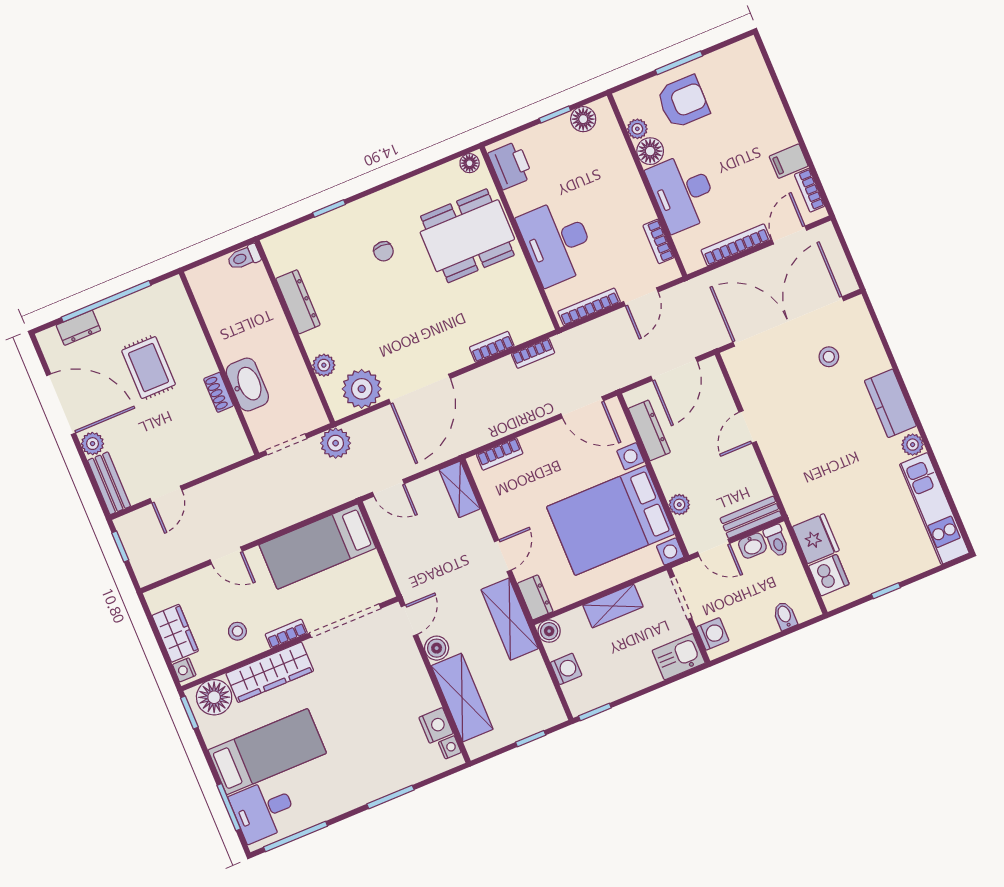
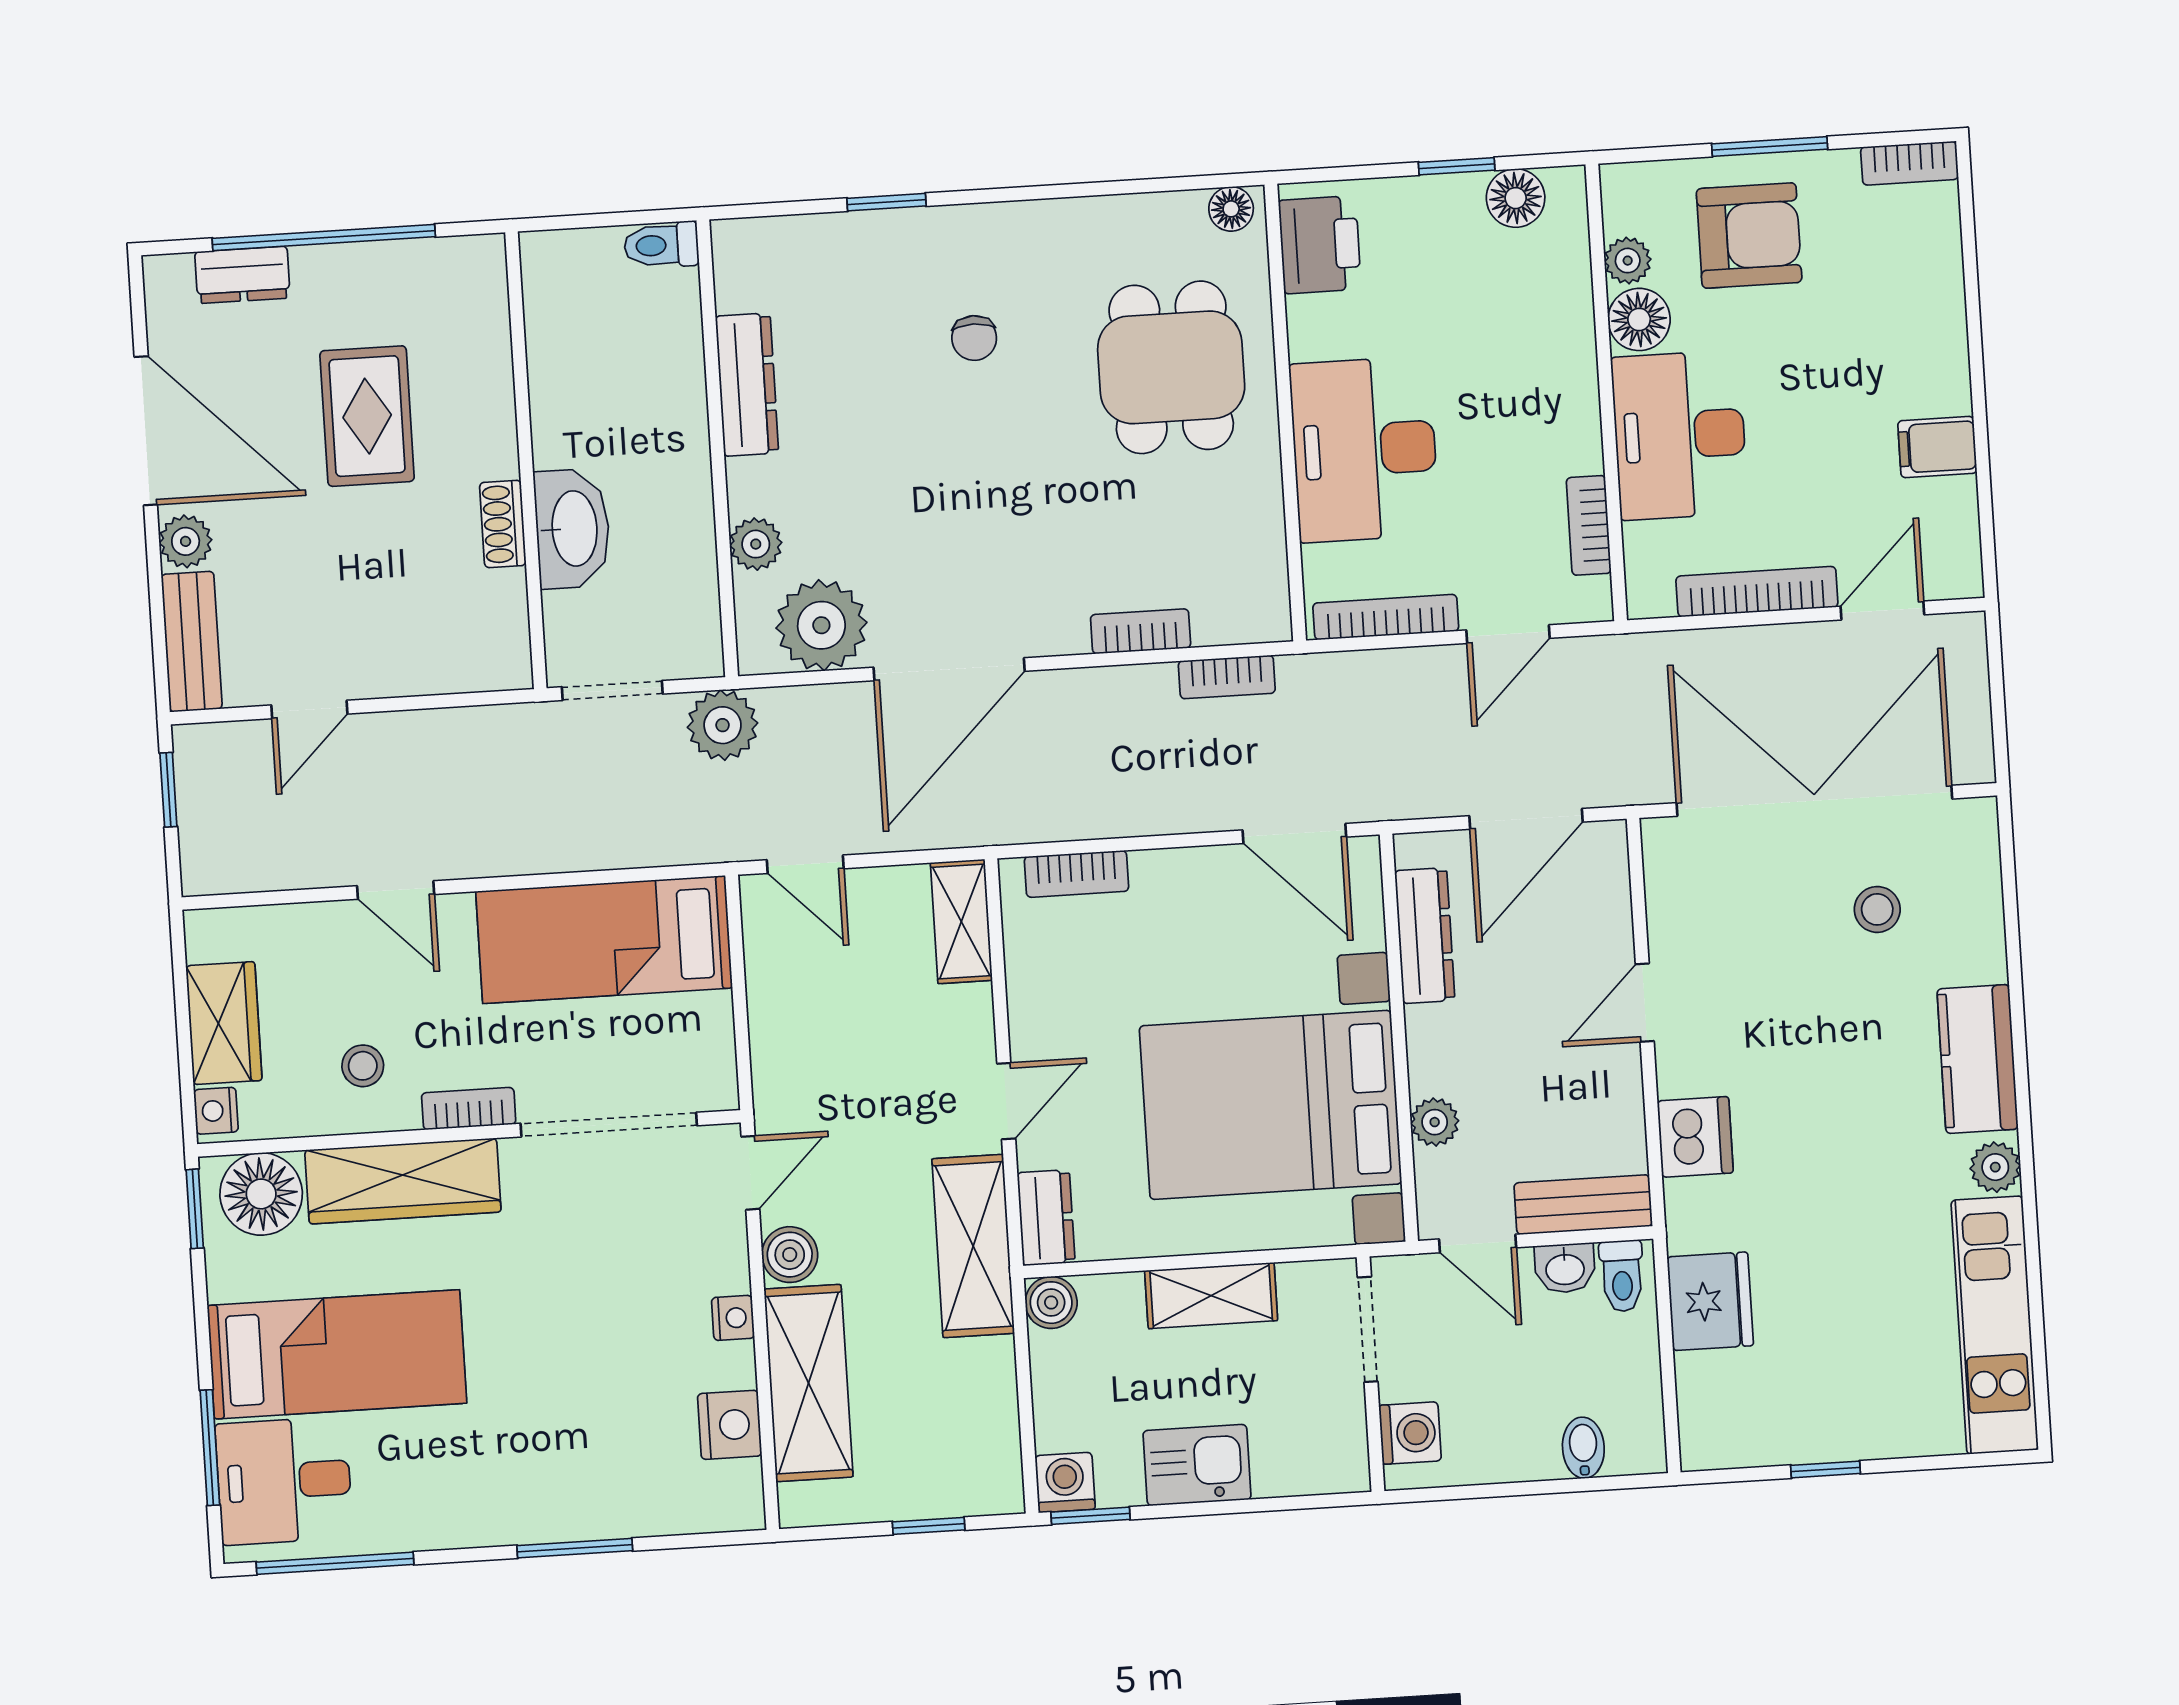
bookcase: (810, 190) -> (1909, 163), moved, turned -90
dining table: (467, 236) -> (1171, 367), width x0.73
dishwasher: (829, 575) -> (1695, 1137), moved
kitchen sink: (679, 657) -> (1197, 1465), moved
washing machine: (566, 669) -> (1065, 1482), moved, turned -90
nightstand: (450, 747) -> (733, 1318), moved

